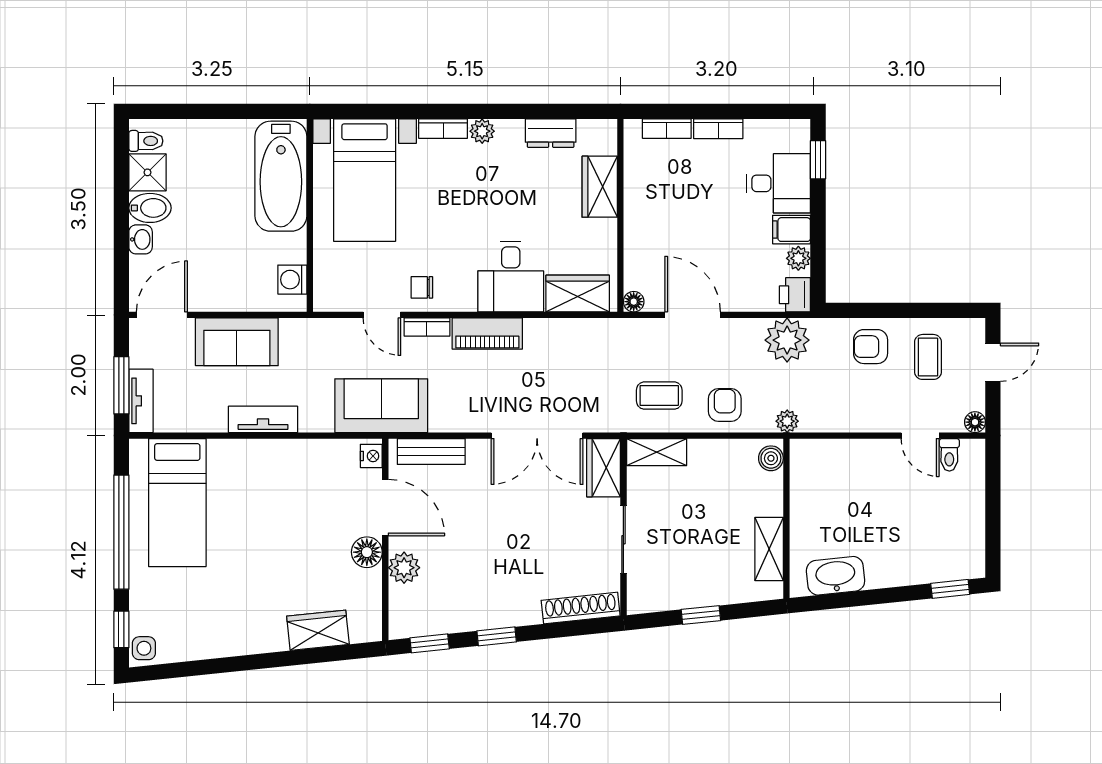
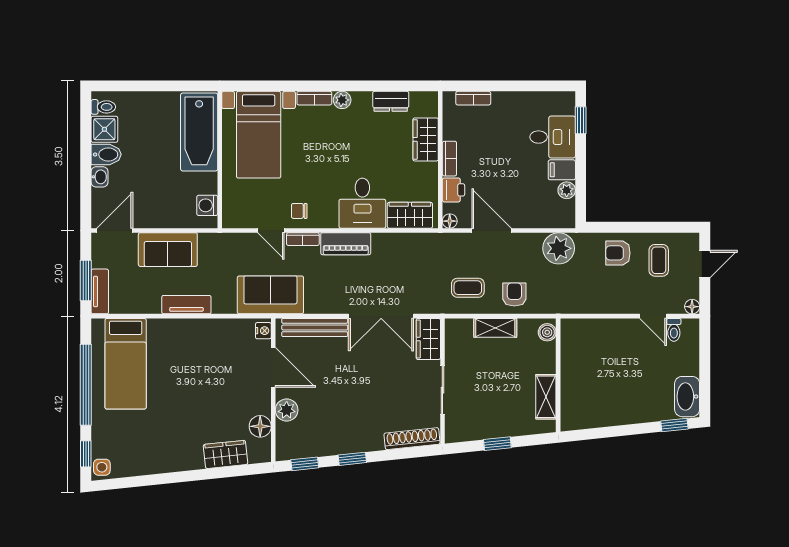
bookcase: (718, 129) -> (449, 159), moved, turned -90
printer: (795, 295) -> (453, 190), moved, turned 180
plant: (787, 421) -> (559, 306), removed
bench: (431, 452) -> (315, 327), width x1.36
shelving: (657, 452) -> (495, 328), moved
floor lamp: (367, 552) -> (260, 426), moved
washbasin: (836, 576) -> (687, 397), moved, turned -84

